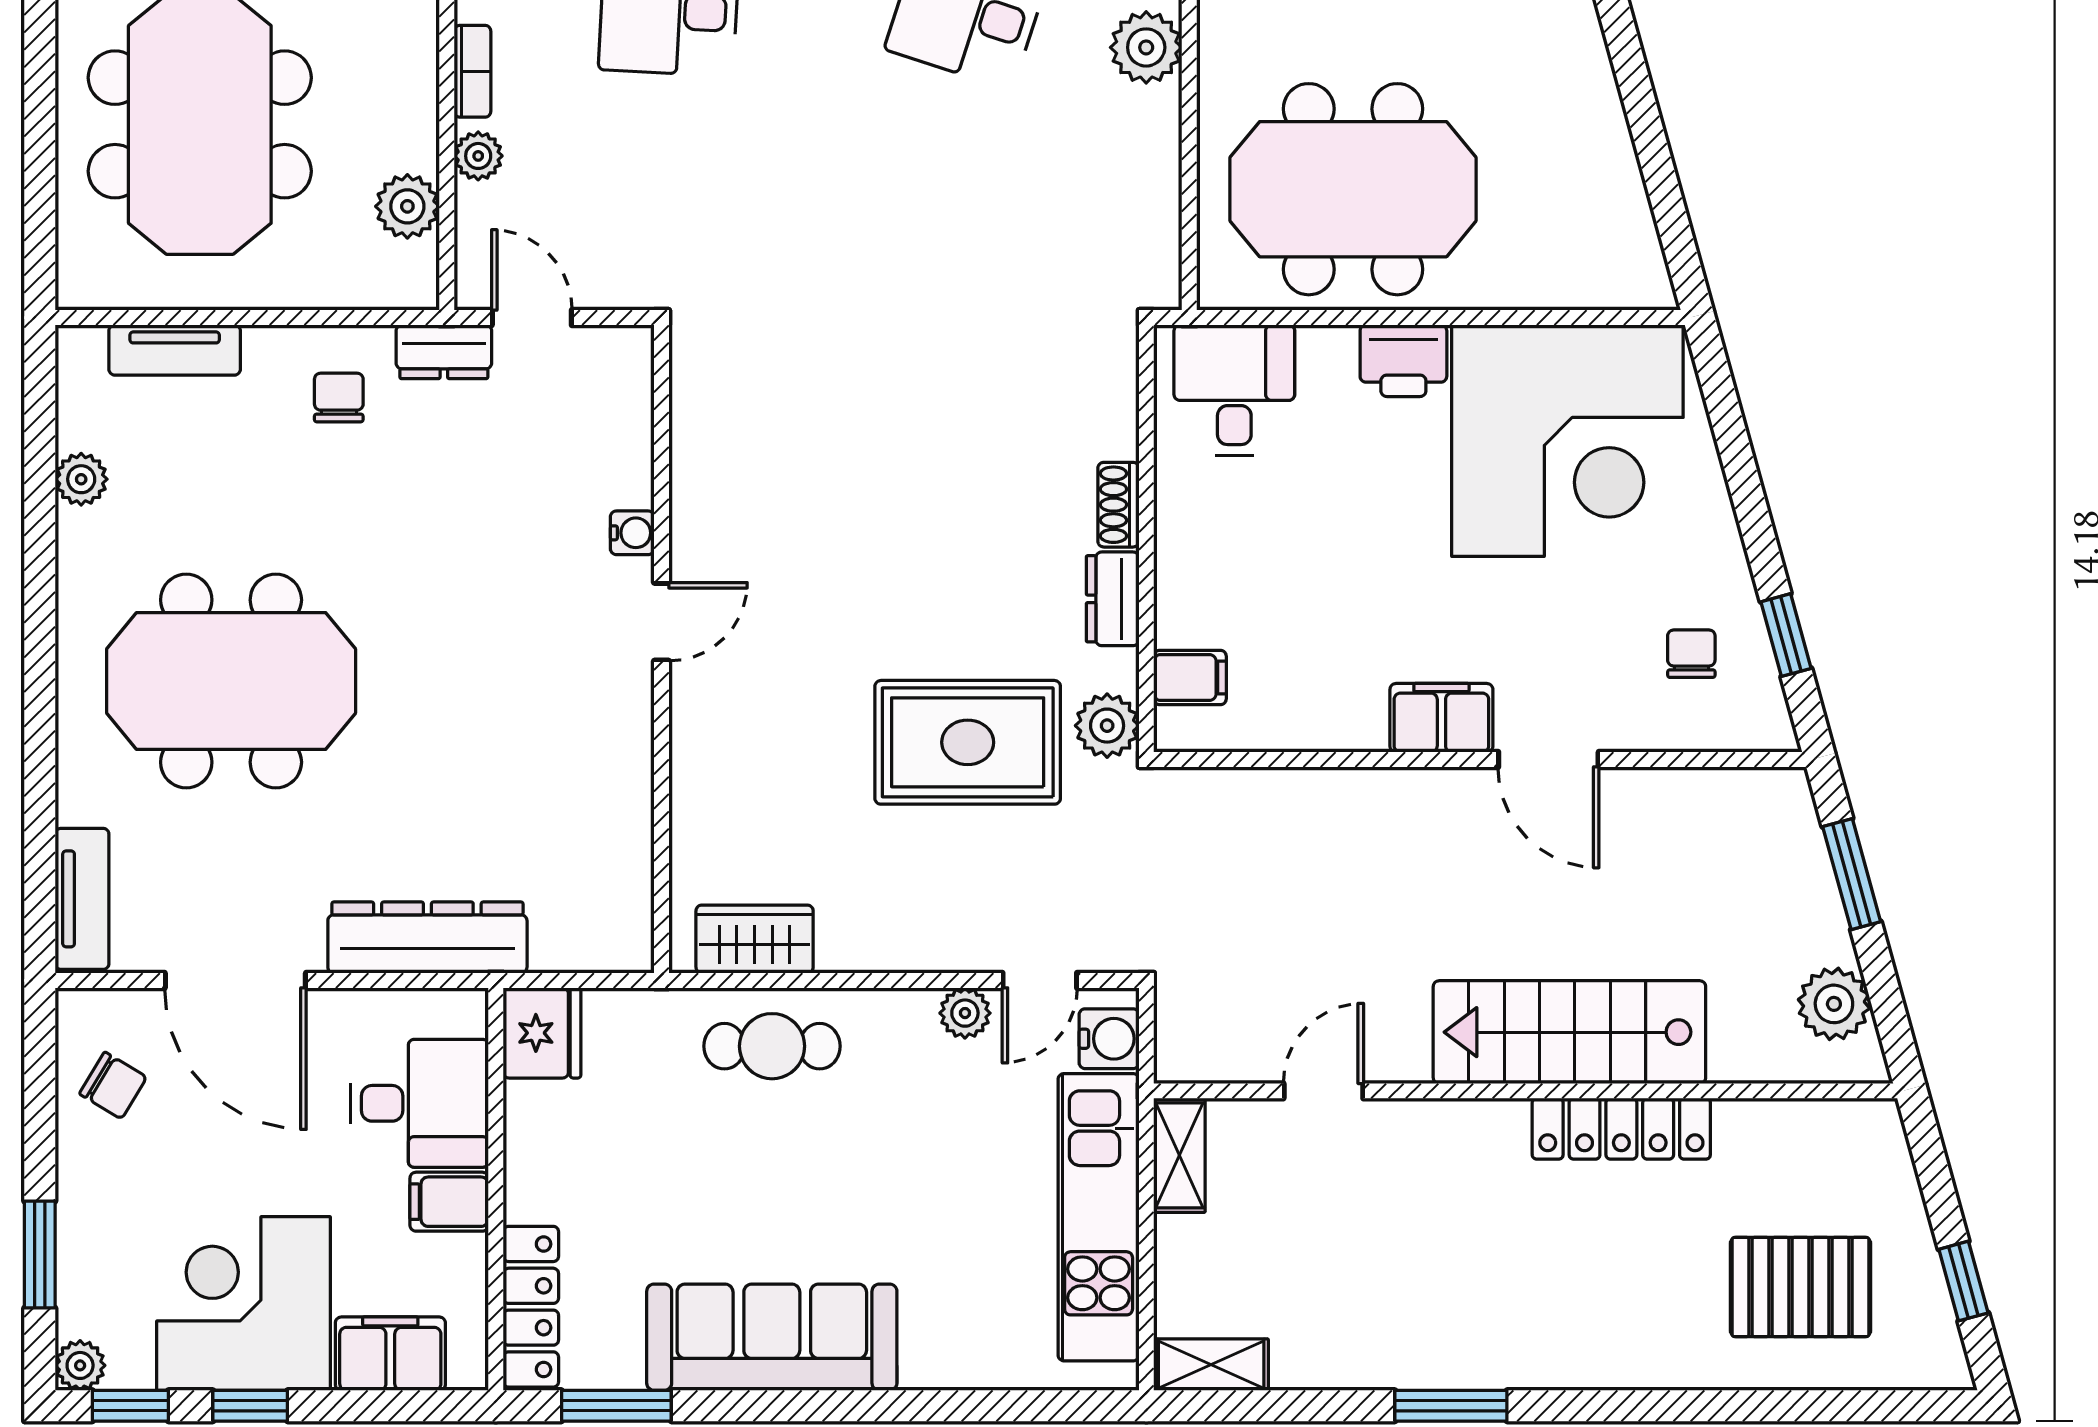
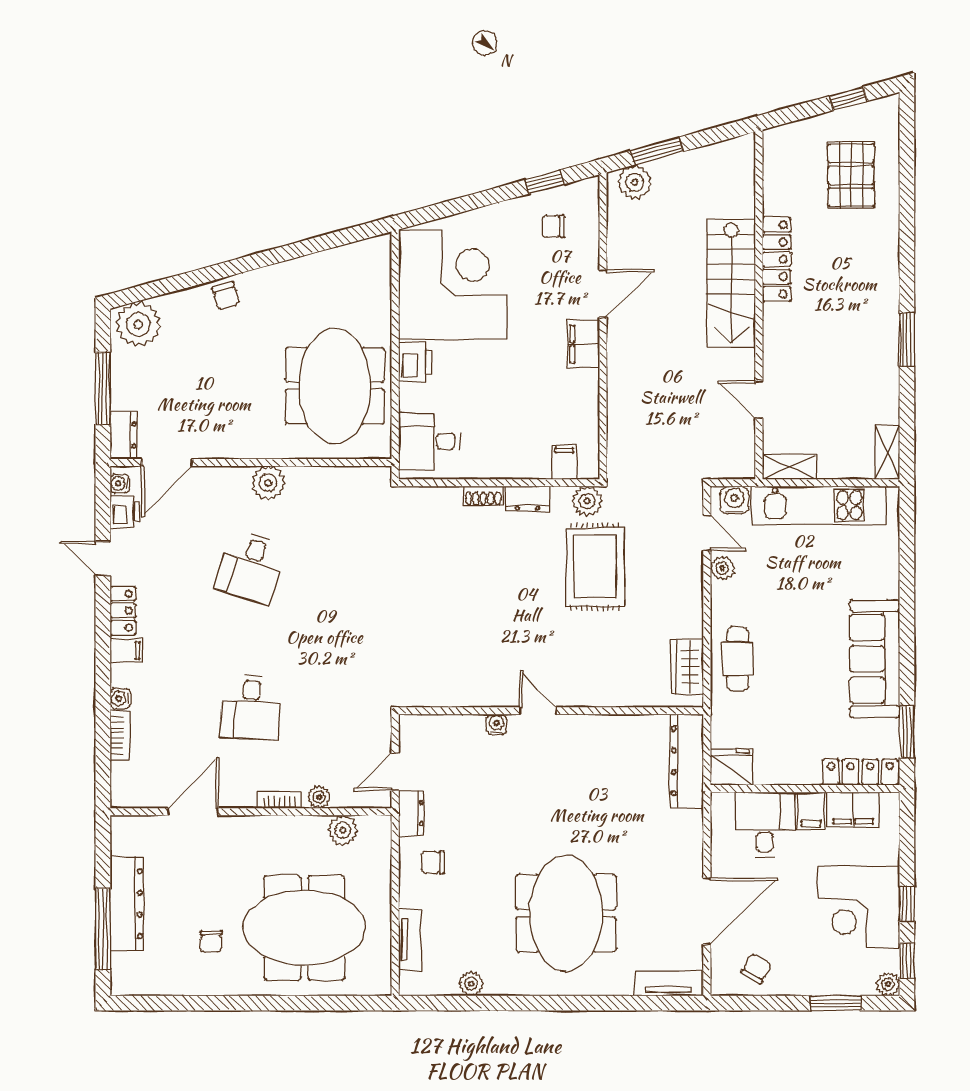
dresser: (427, 938) -> (687, 761), moved
plant: (1834, 1004) -> (635, 182), moved
filing cabinet: (390, 1354) -> (853, 809), moved, turned -90

